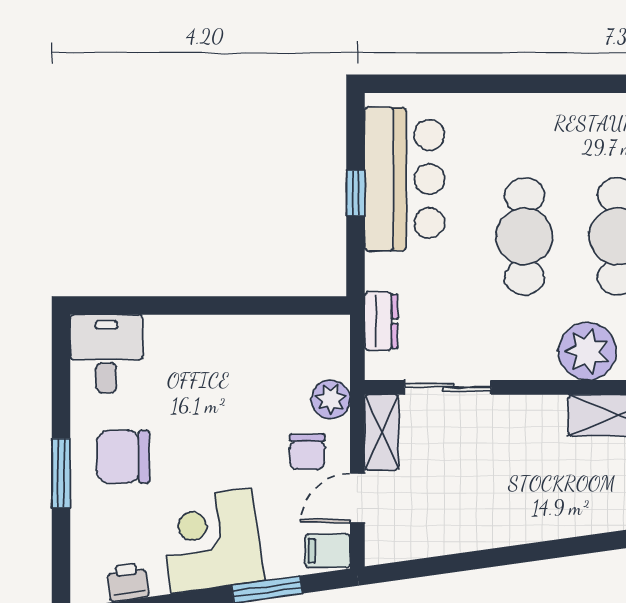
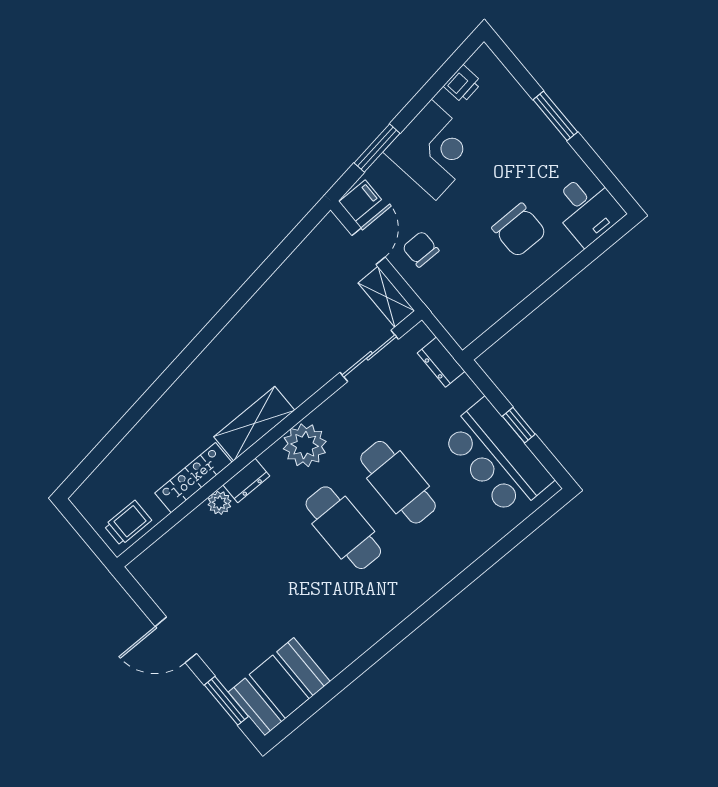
plant: (331, 399) -> (432, 291), removed
chair: (123, 457) -> (519, 230), moved, turned 90

